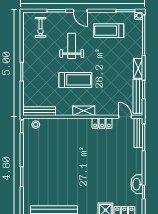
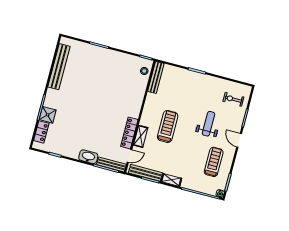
door: (80, 11) -> (239, 140), hinge flipped
weight bench: (72, 46) -> (209, 124), turned -90
treadmill: (75, 80) -> (168, 126), moved, turned 180
shelving: (84, 111) -> (141, 136), moved
locker: (102, 123) -> (129, 133), width x1.53
washbasin: (137, 184) -> (88, 157), moved

